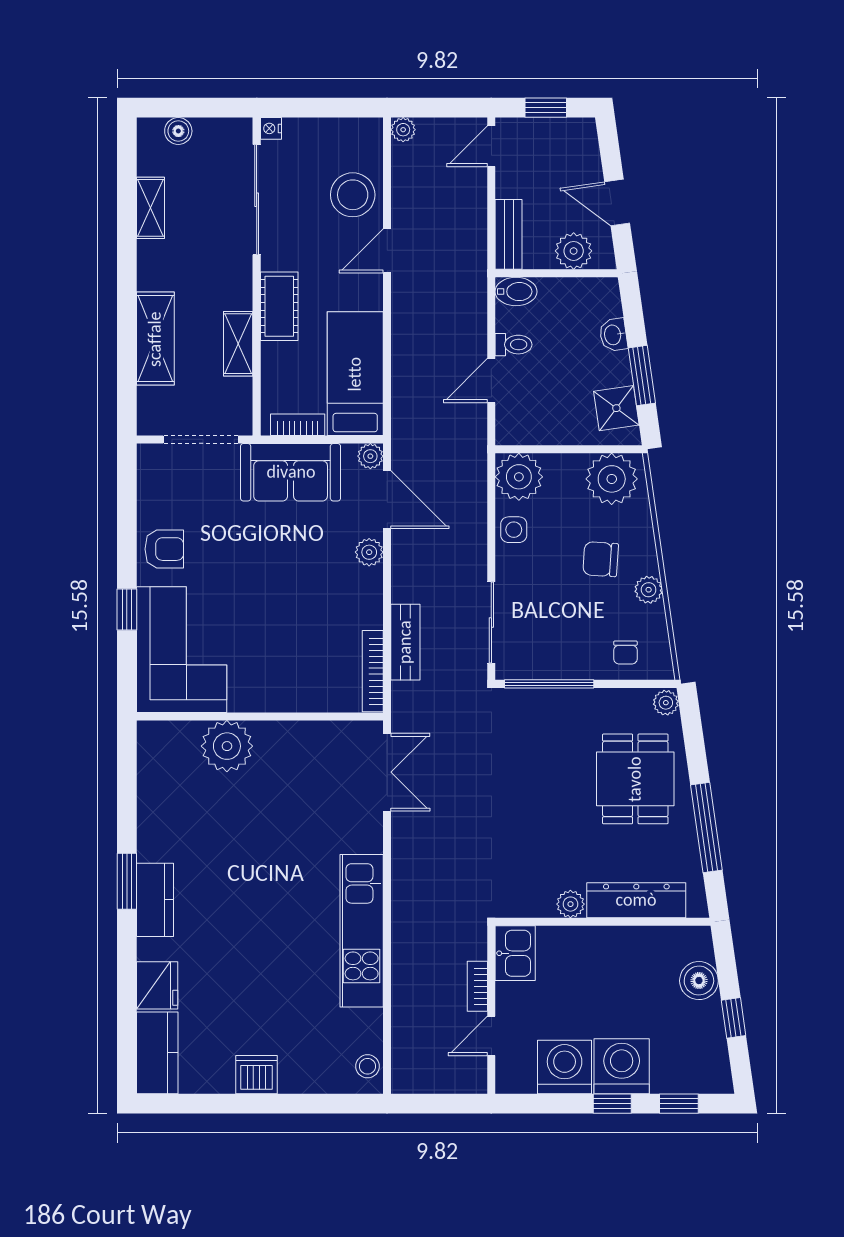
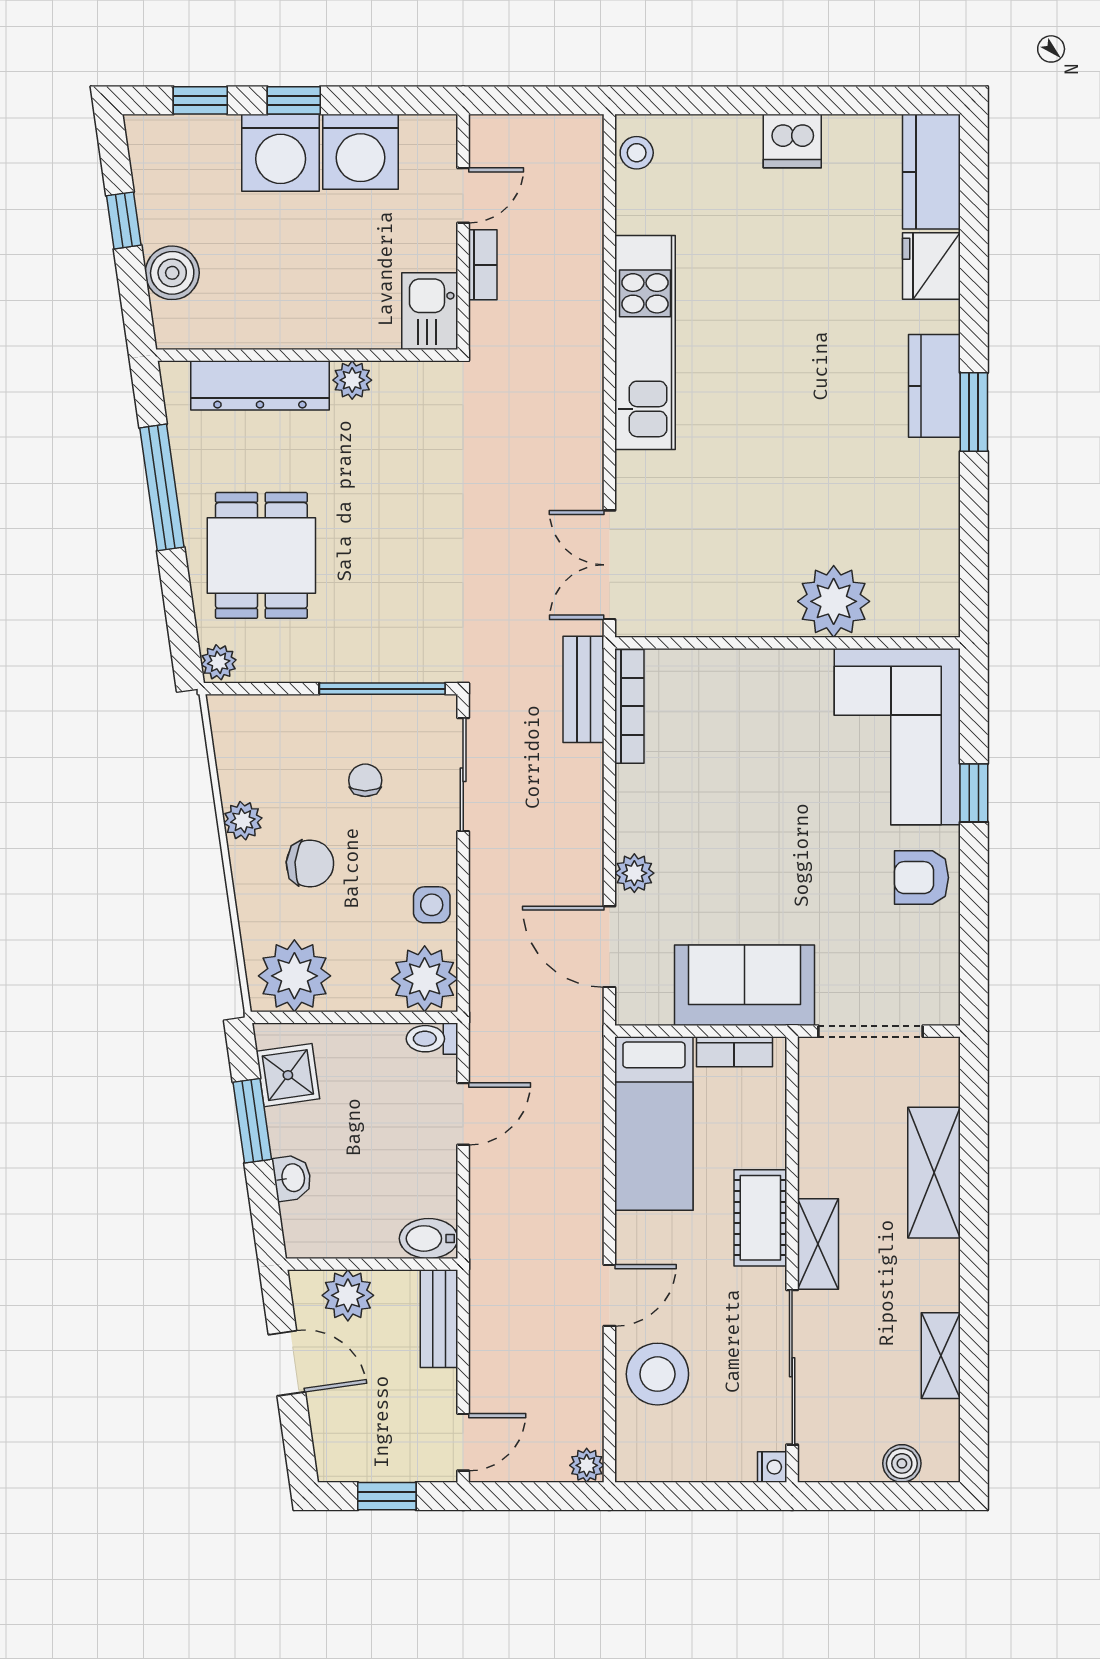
shelving: (238, 344) -> (818, 1244), moved
toilet: (514, 345) -> (432, 1039), moved
plant: (370, 456) -> (633, 1008), removed
bench: (405, 642) -> (584, 689), moved
chair: (625, 652) -> (365, 780), moved

